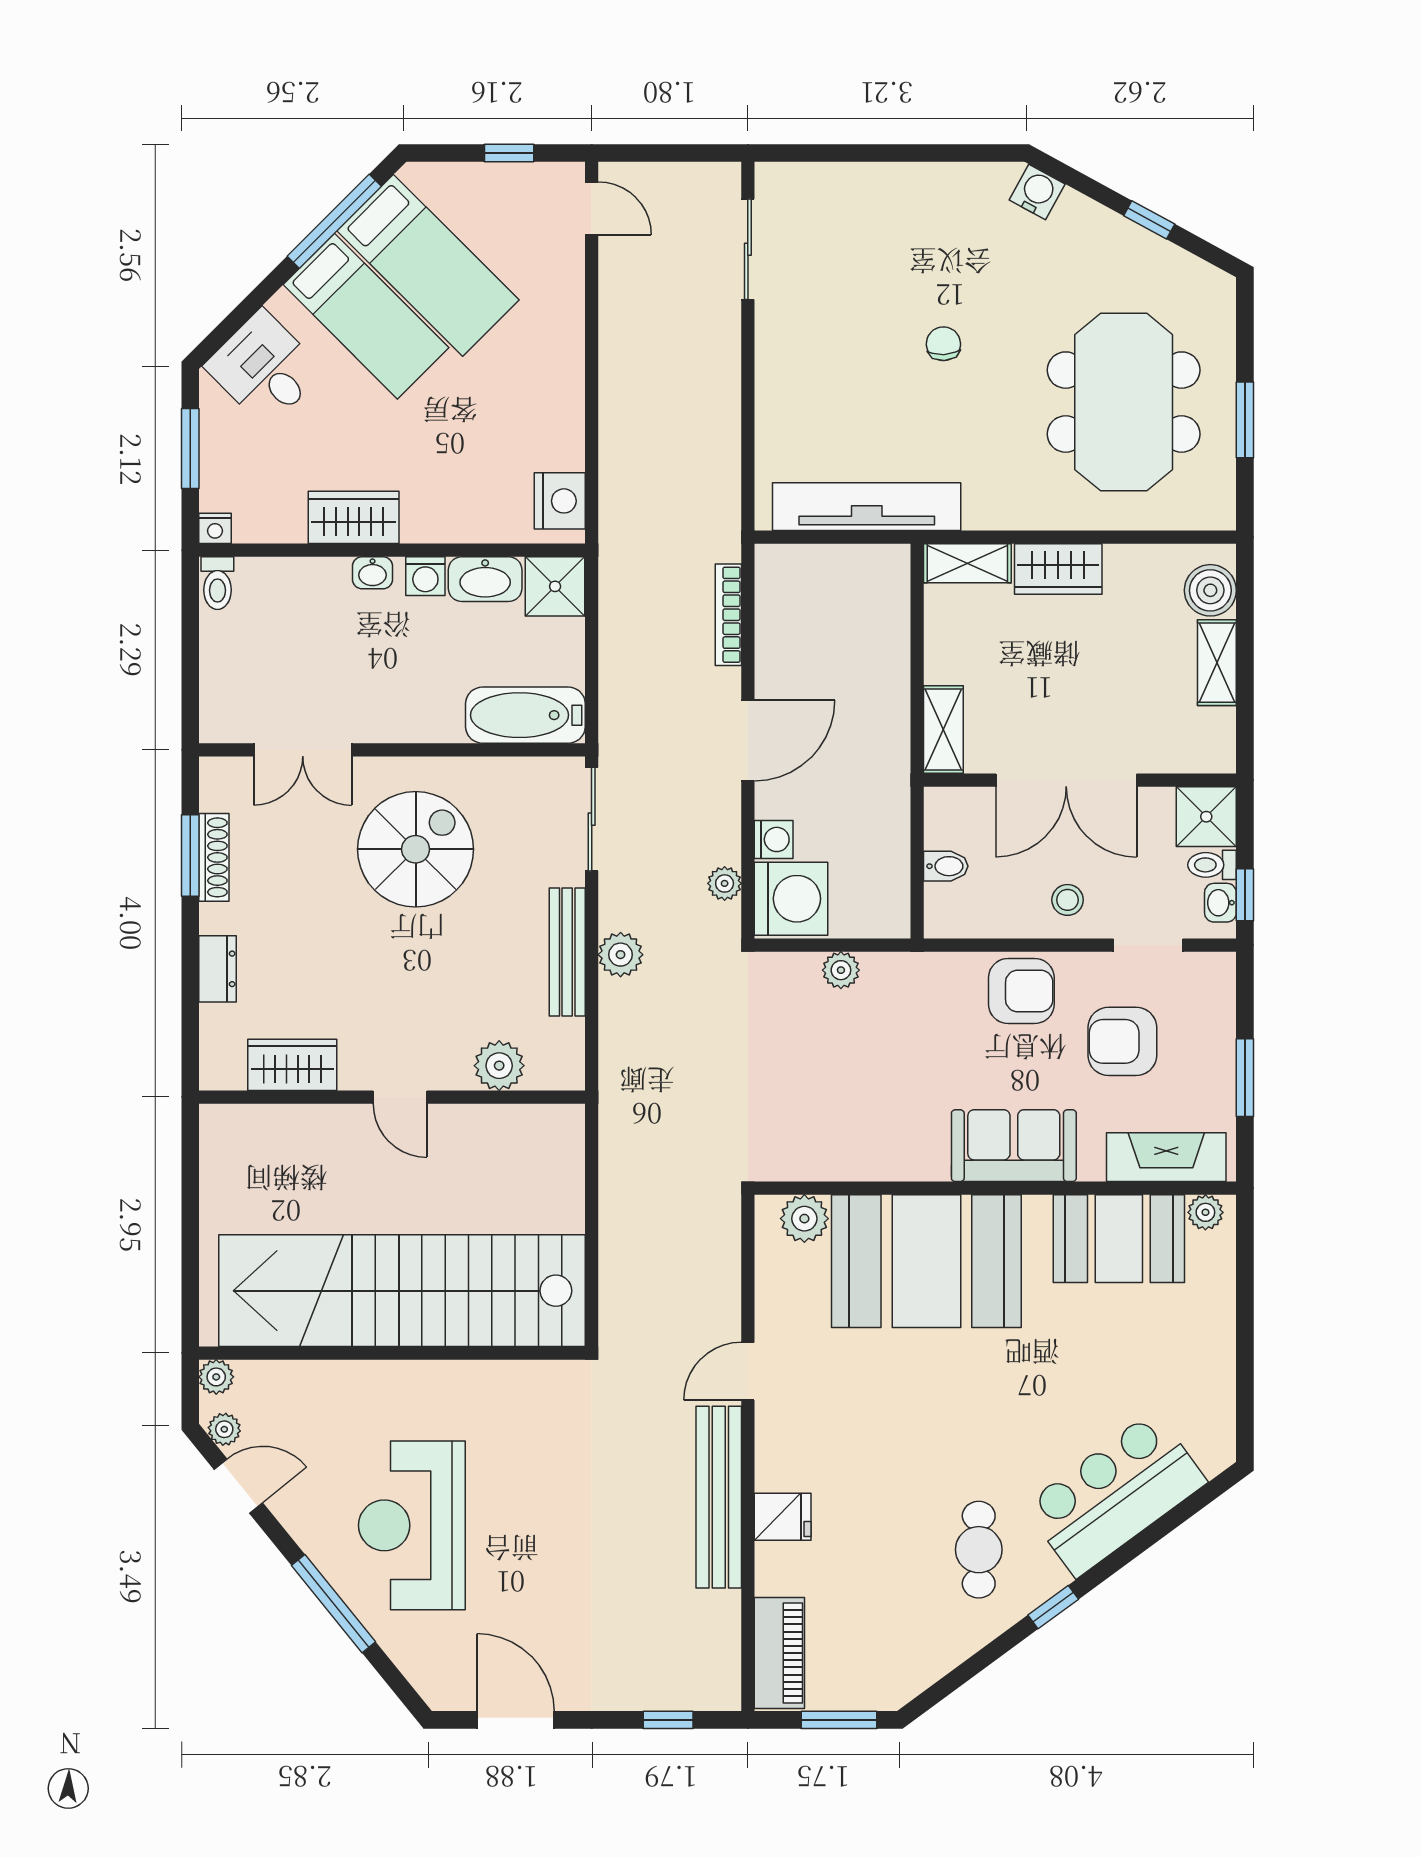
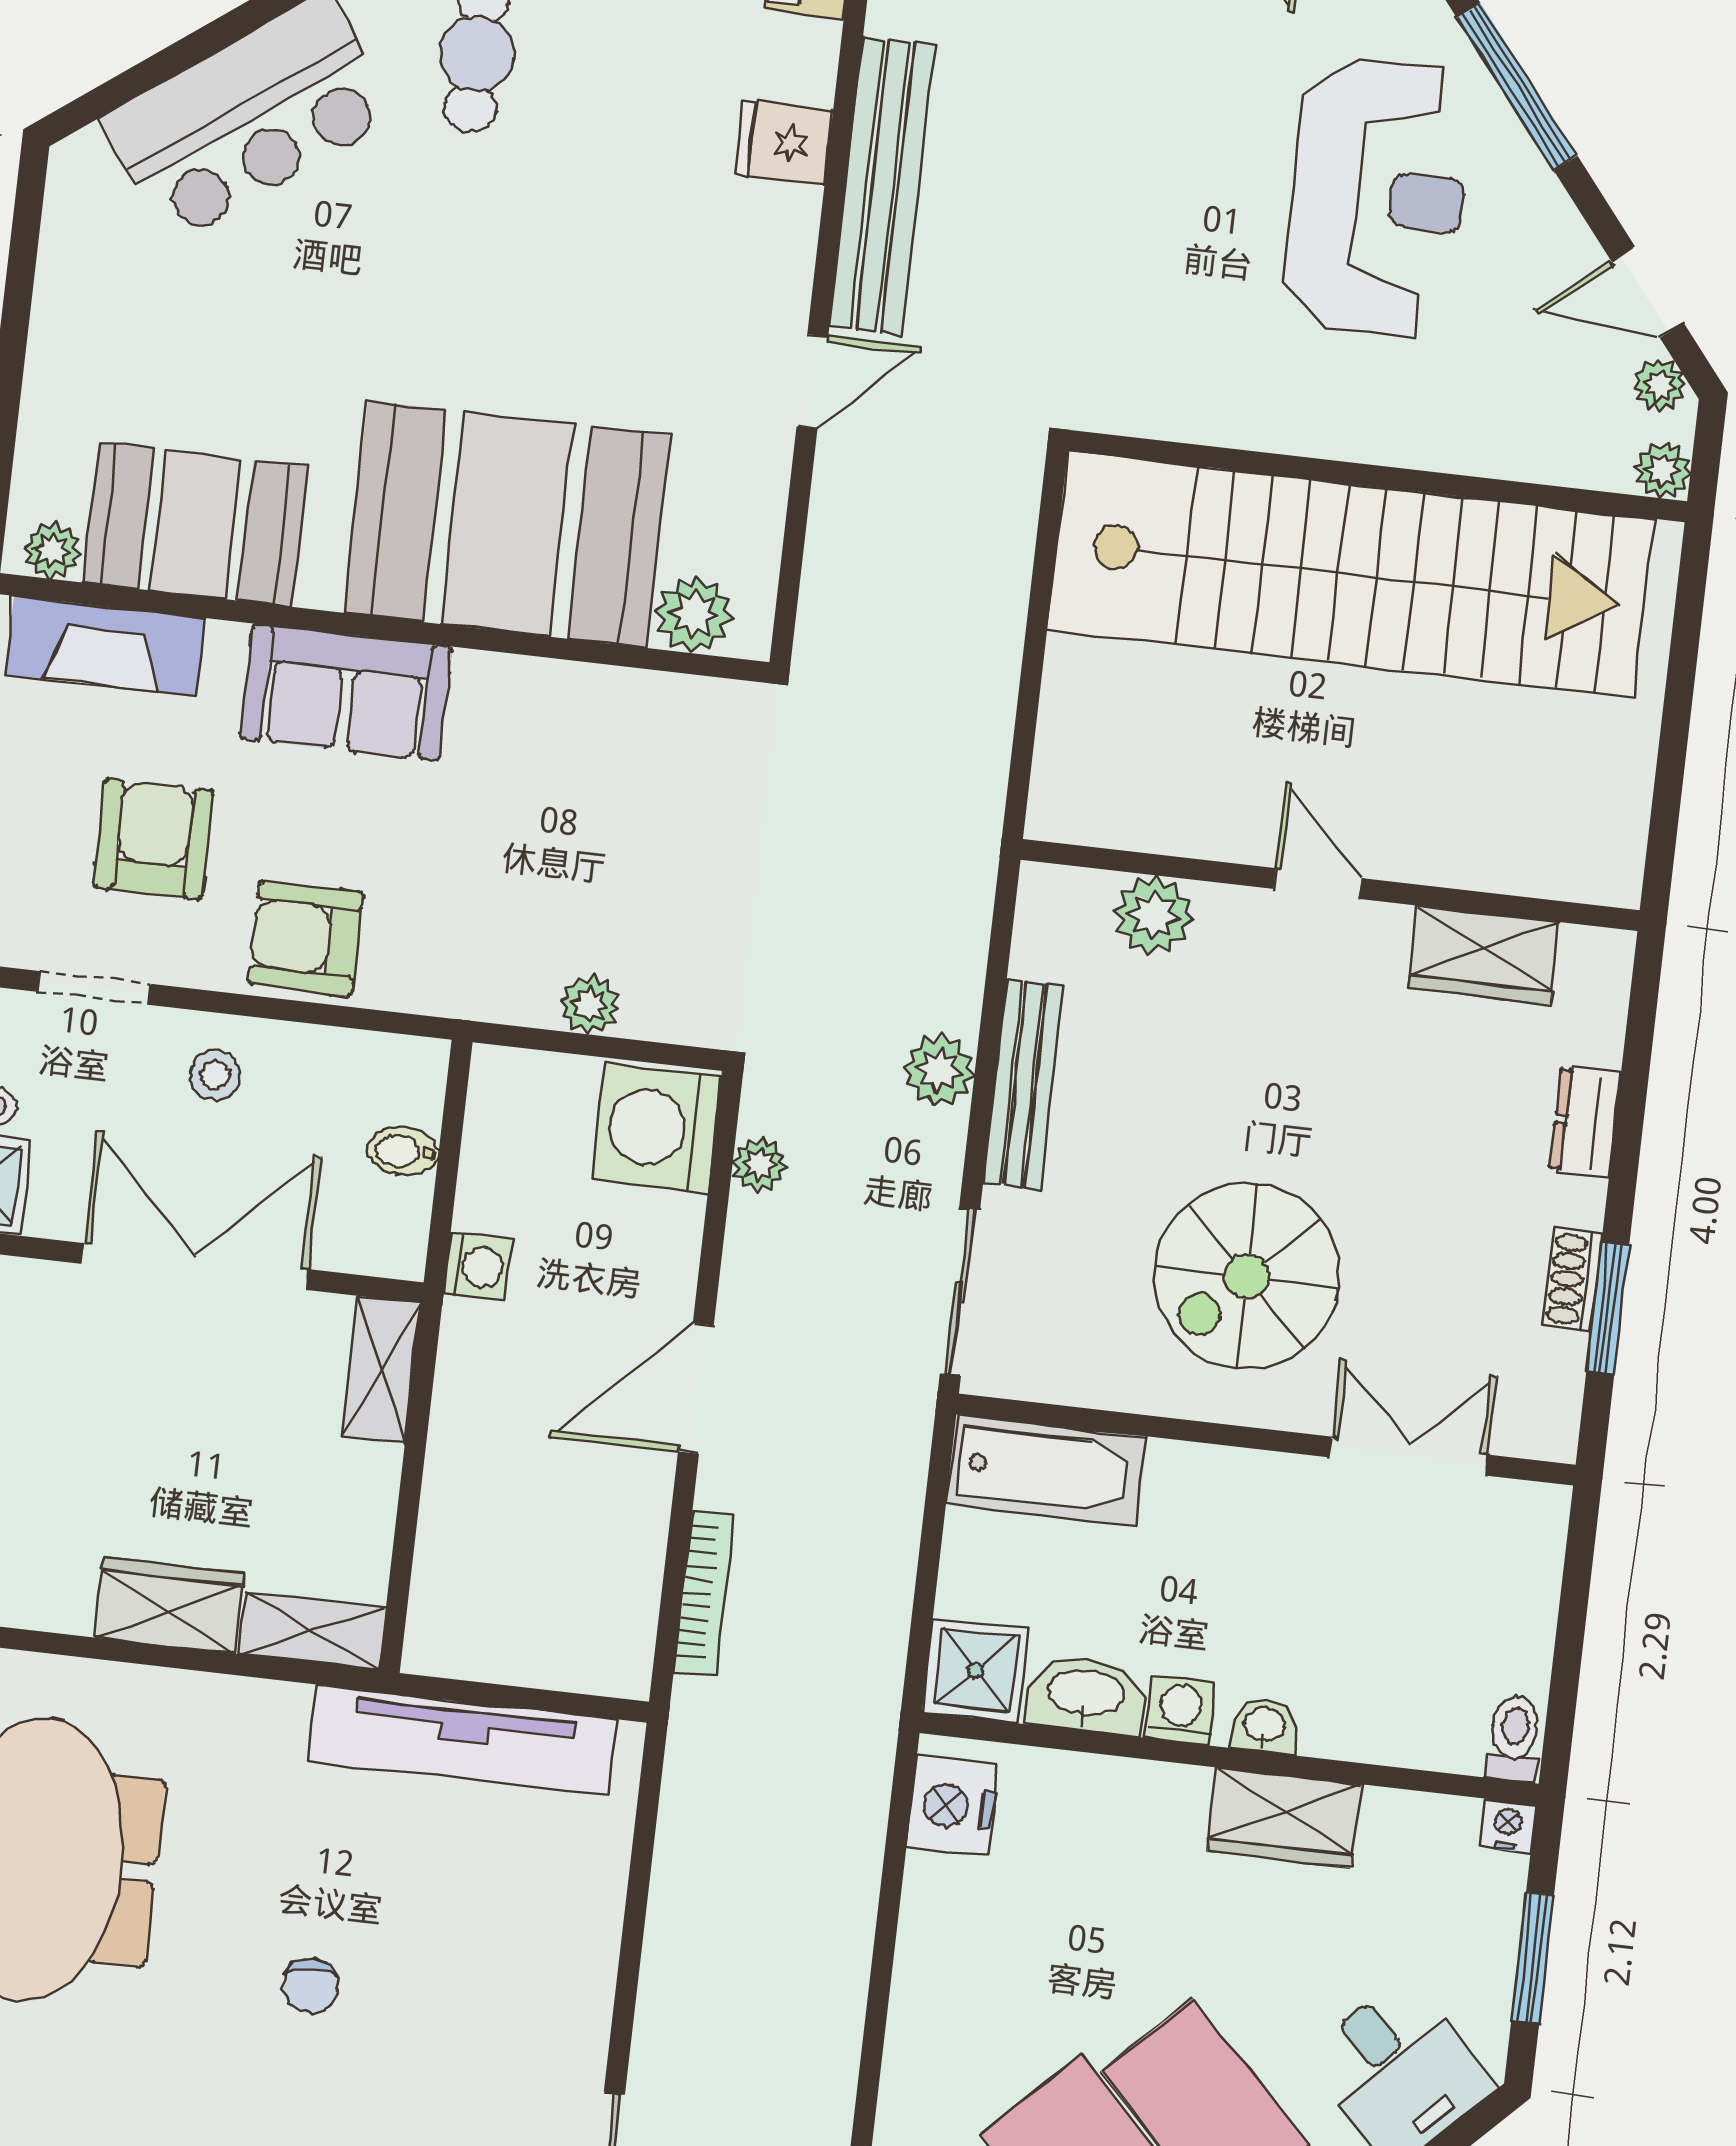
washing machine: (774, 839) -> (478, 1267), moved, turned 180
shoe rack: (214, 857) -> (1573, 1280), width x0.70
armchair: (1122, 1041) -> (154, 839), turned -90

